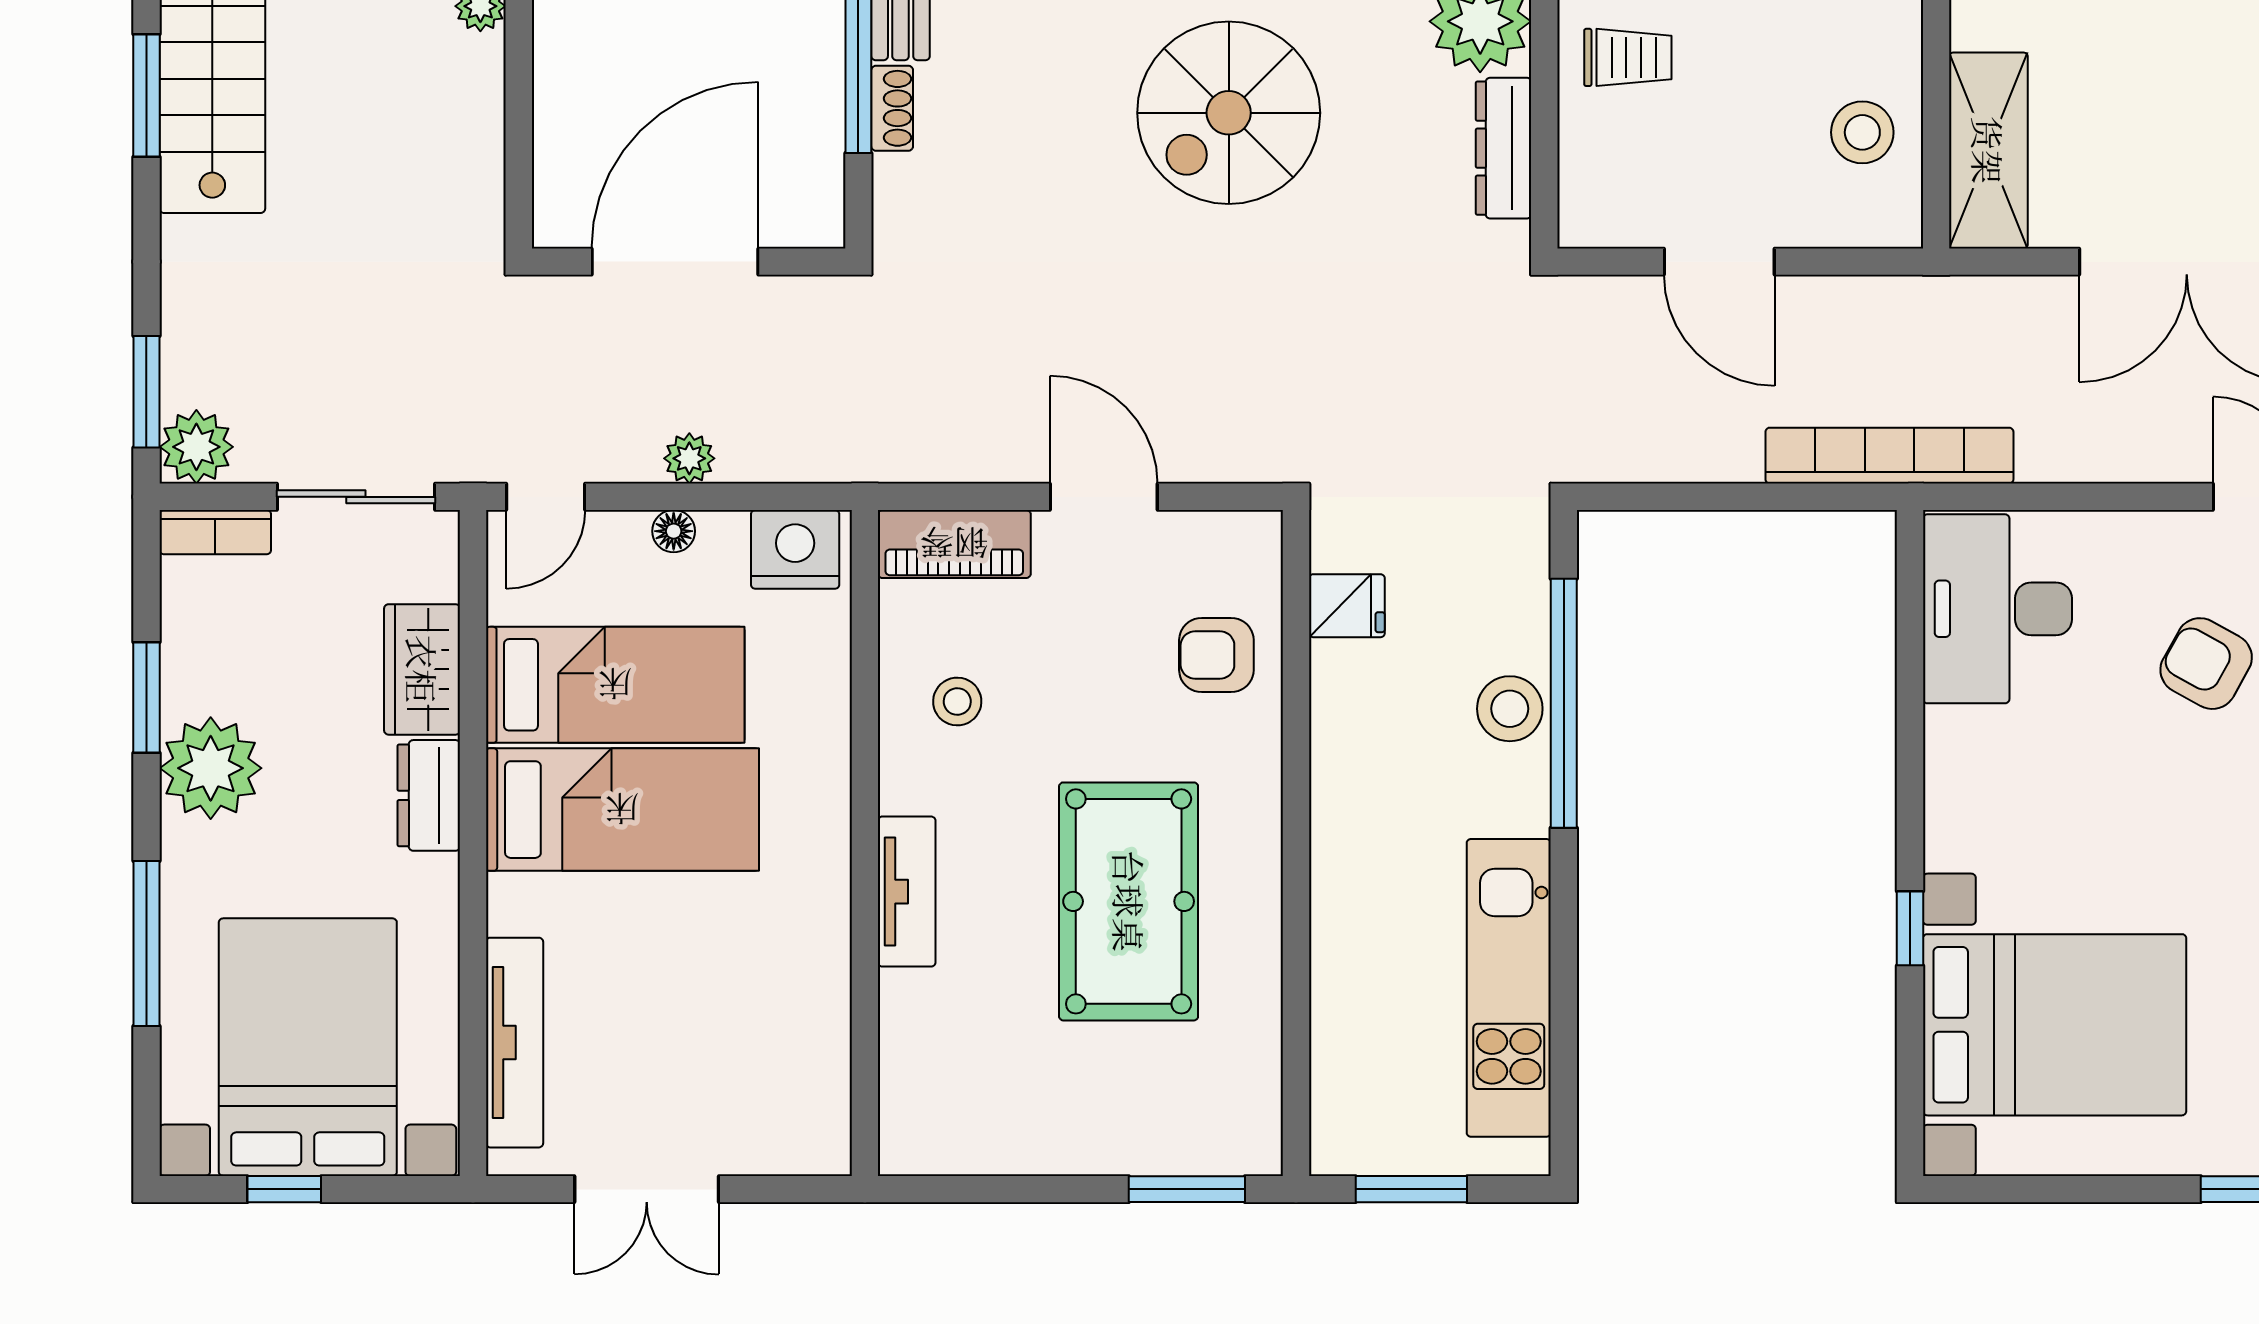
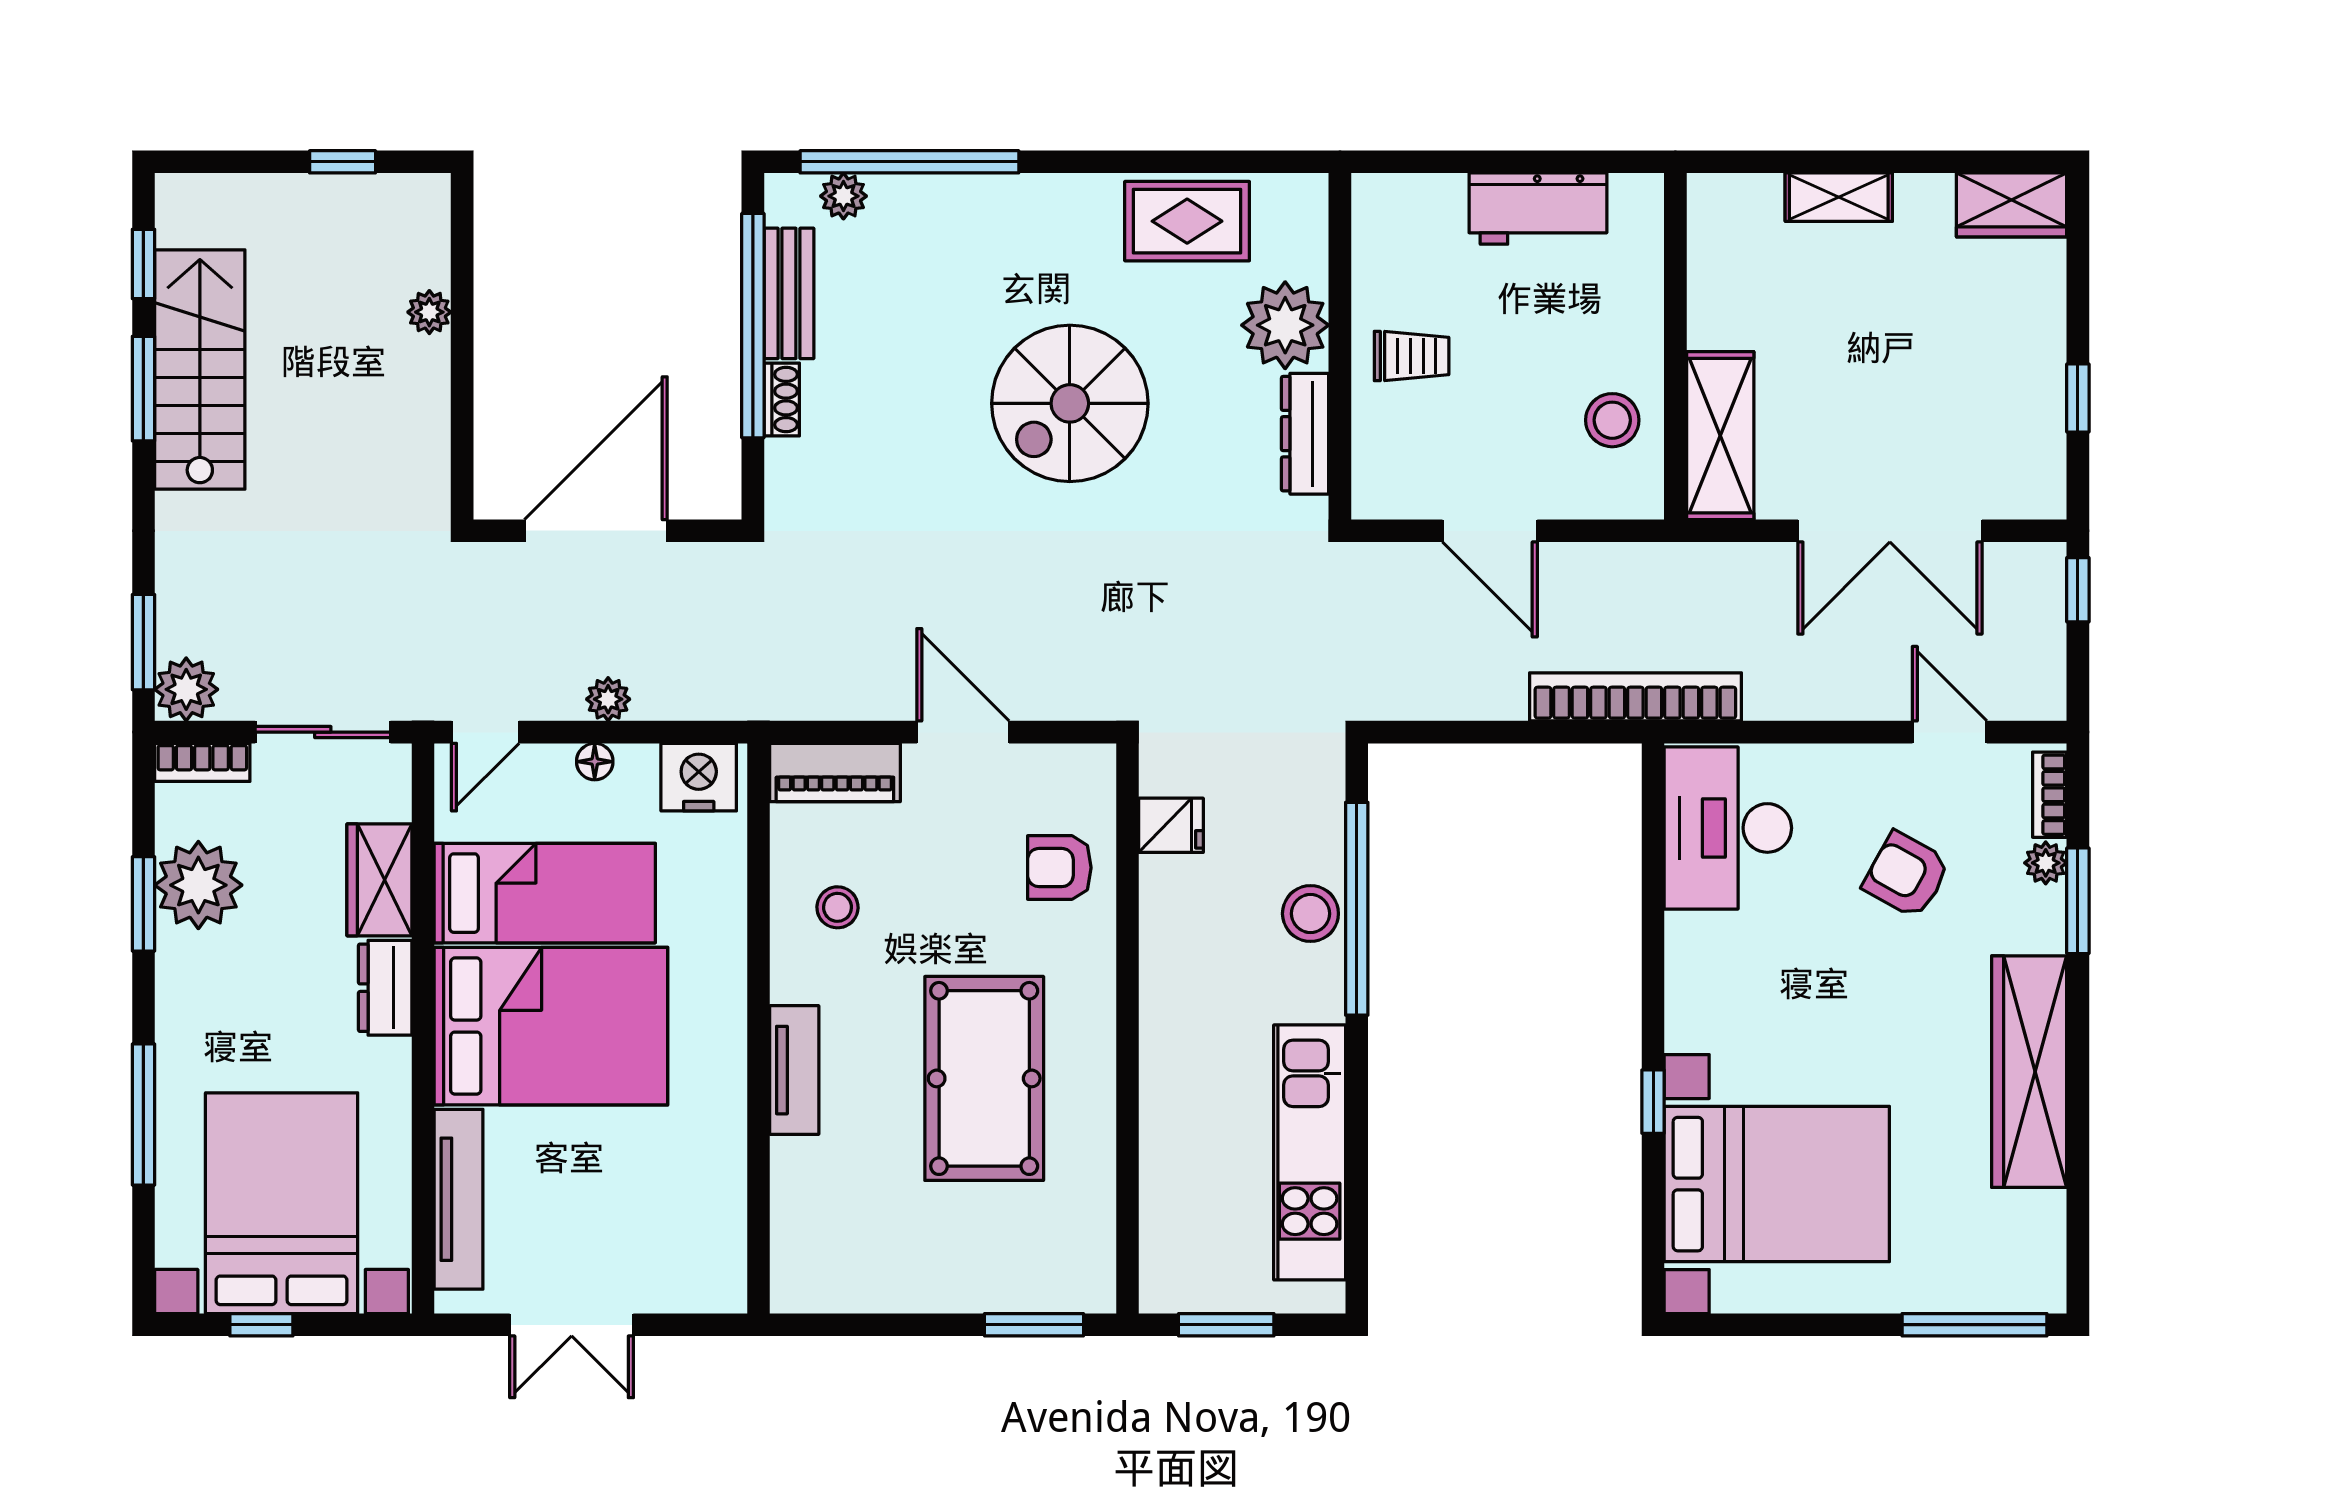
plant: (211, 768) -> (198, 885), moved
bed: (622, 810) -> (551, 1026), width x1.50

